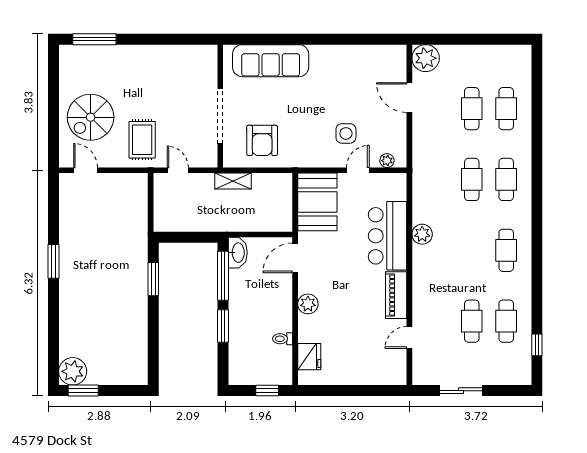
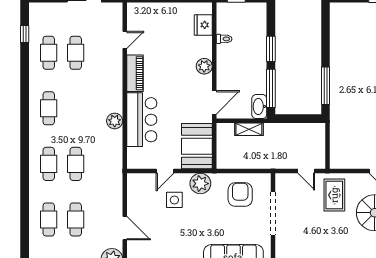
plant: (387, 161) -> (200, 184), moved, width x1.88, depth x1.88
shelving: (233, 181) -> (249, 129), moved
window: (153, 279) -> (325, 86), width x1.44

